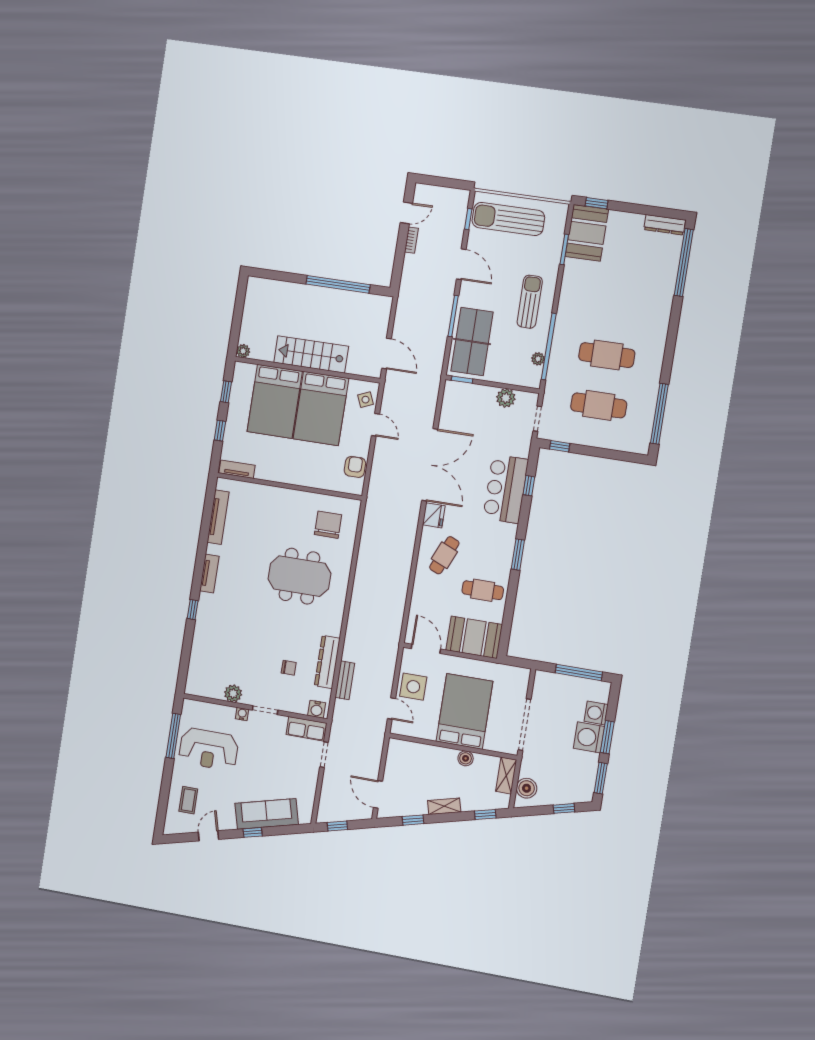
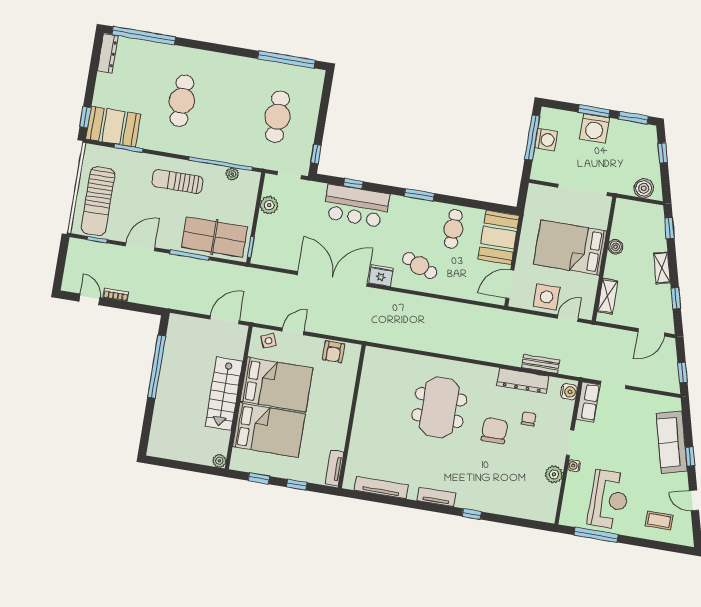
cafe table: (607, 355) -> (182, 101), moved
armchair: (355, 467) -> (334, 352), turned -90
chair: (328, 525) -> (494, 431), moved, turned 90
washing machine: (596, 713) -> (546, 140), moved, turned -90
shelving: (506, 776) -> (608, 296), moved, turned 90

